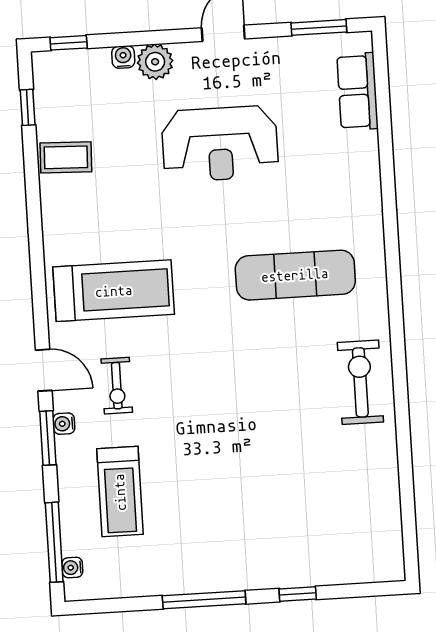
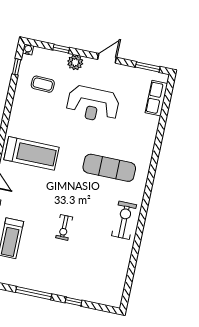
window: (69, 43) -> (61, 49), moved
water cooler: (123, 57) -> (28, 49), moved
coffee table: (66, 157) -> (43, 84), moved
exercise bike: (117, 386) -> (64, 227), moved

